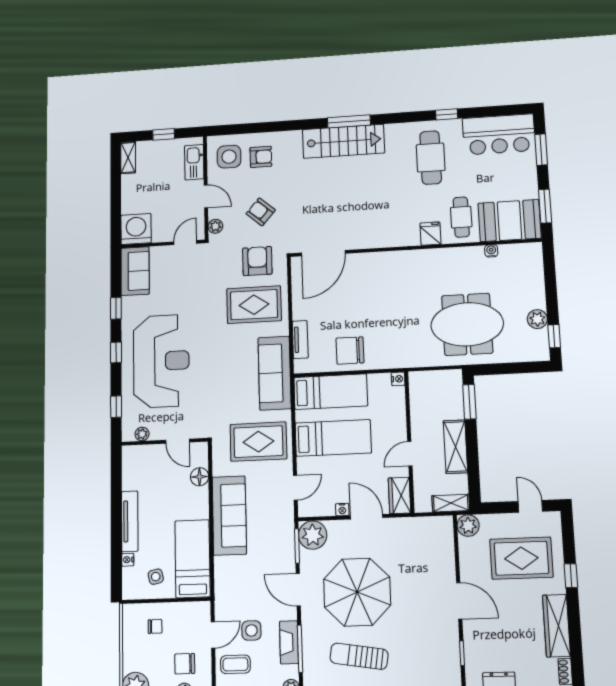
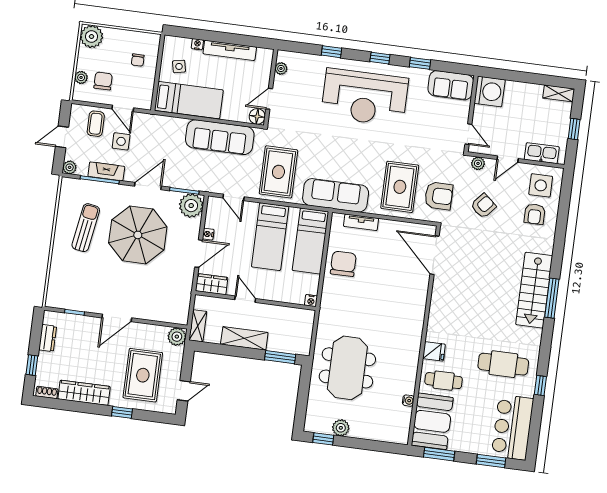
plant: (142, 434) -> (281, 68), moved
door: (178, 441) -> (269, 99), moved
wall: (165, 442) -> (271, 87), moved

